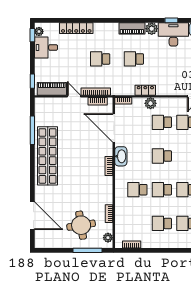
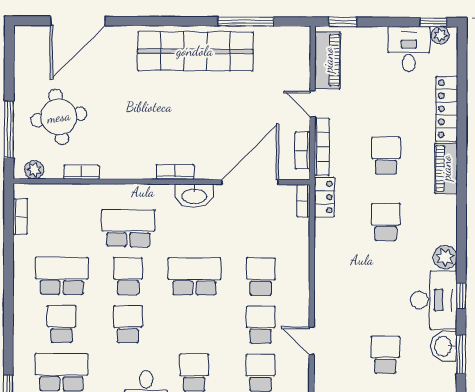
piano: (132, 28) -> (446, 168), moved
locker: (145, 90) -> (324, 197), moved
door: (74, 96) -> (312, 104), swing flipped
plant: (151, 103) -> (298, 254), removed
school desk: (162, 156) -> (194, 276), width x1.85
school desk: (137, 190) -> (128, 228), width x1.85
school desk: (162, 223) -> (62, 276), width x1.85

